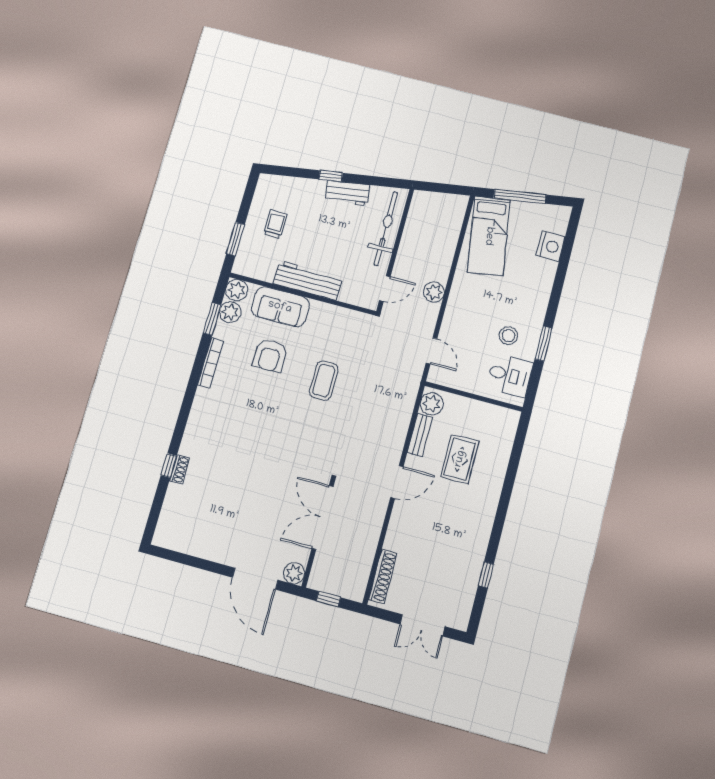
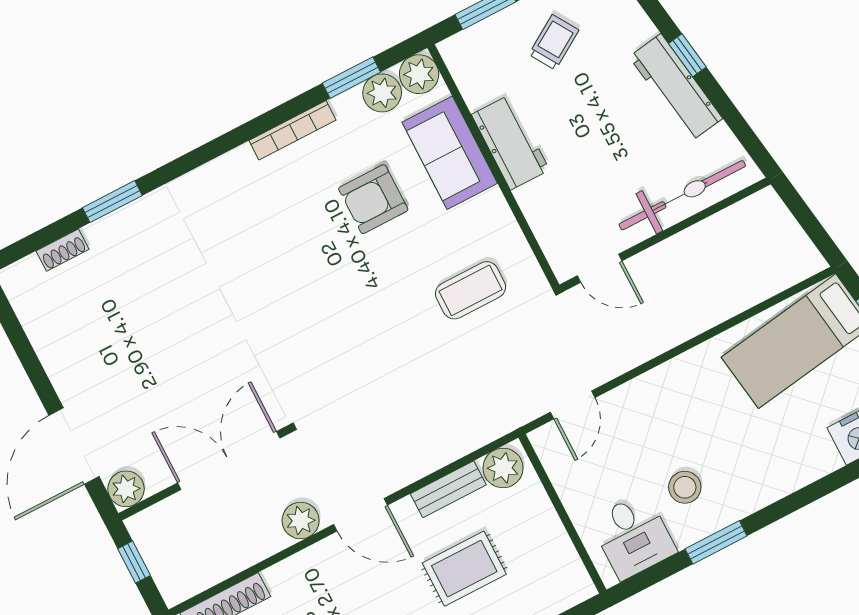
workbench: (347, 193) -> (676, 88), width x1.38
trolley: (275, 224) -> (554, 42), turned -32
workbench: (308, 280) -> (510, 142), width x0.73
plant: (434, 292) -> (301, 521), moved
coffee table: (324, 381) -> (471, 290), moved
window: (169, 466) -> (112, 202), width x1.50
shoe rack: (180, 469) -> (63, 250), moved

